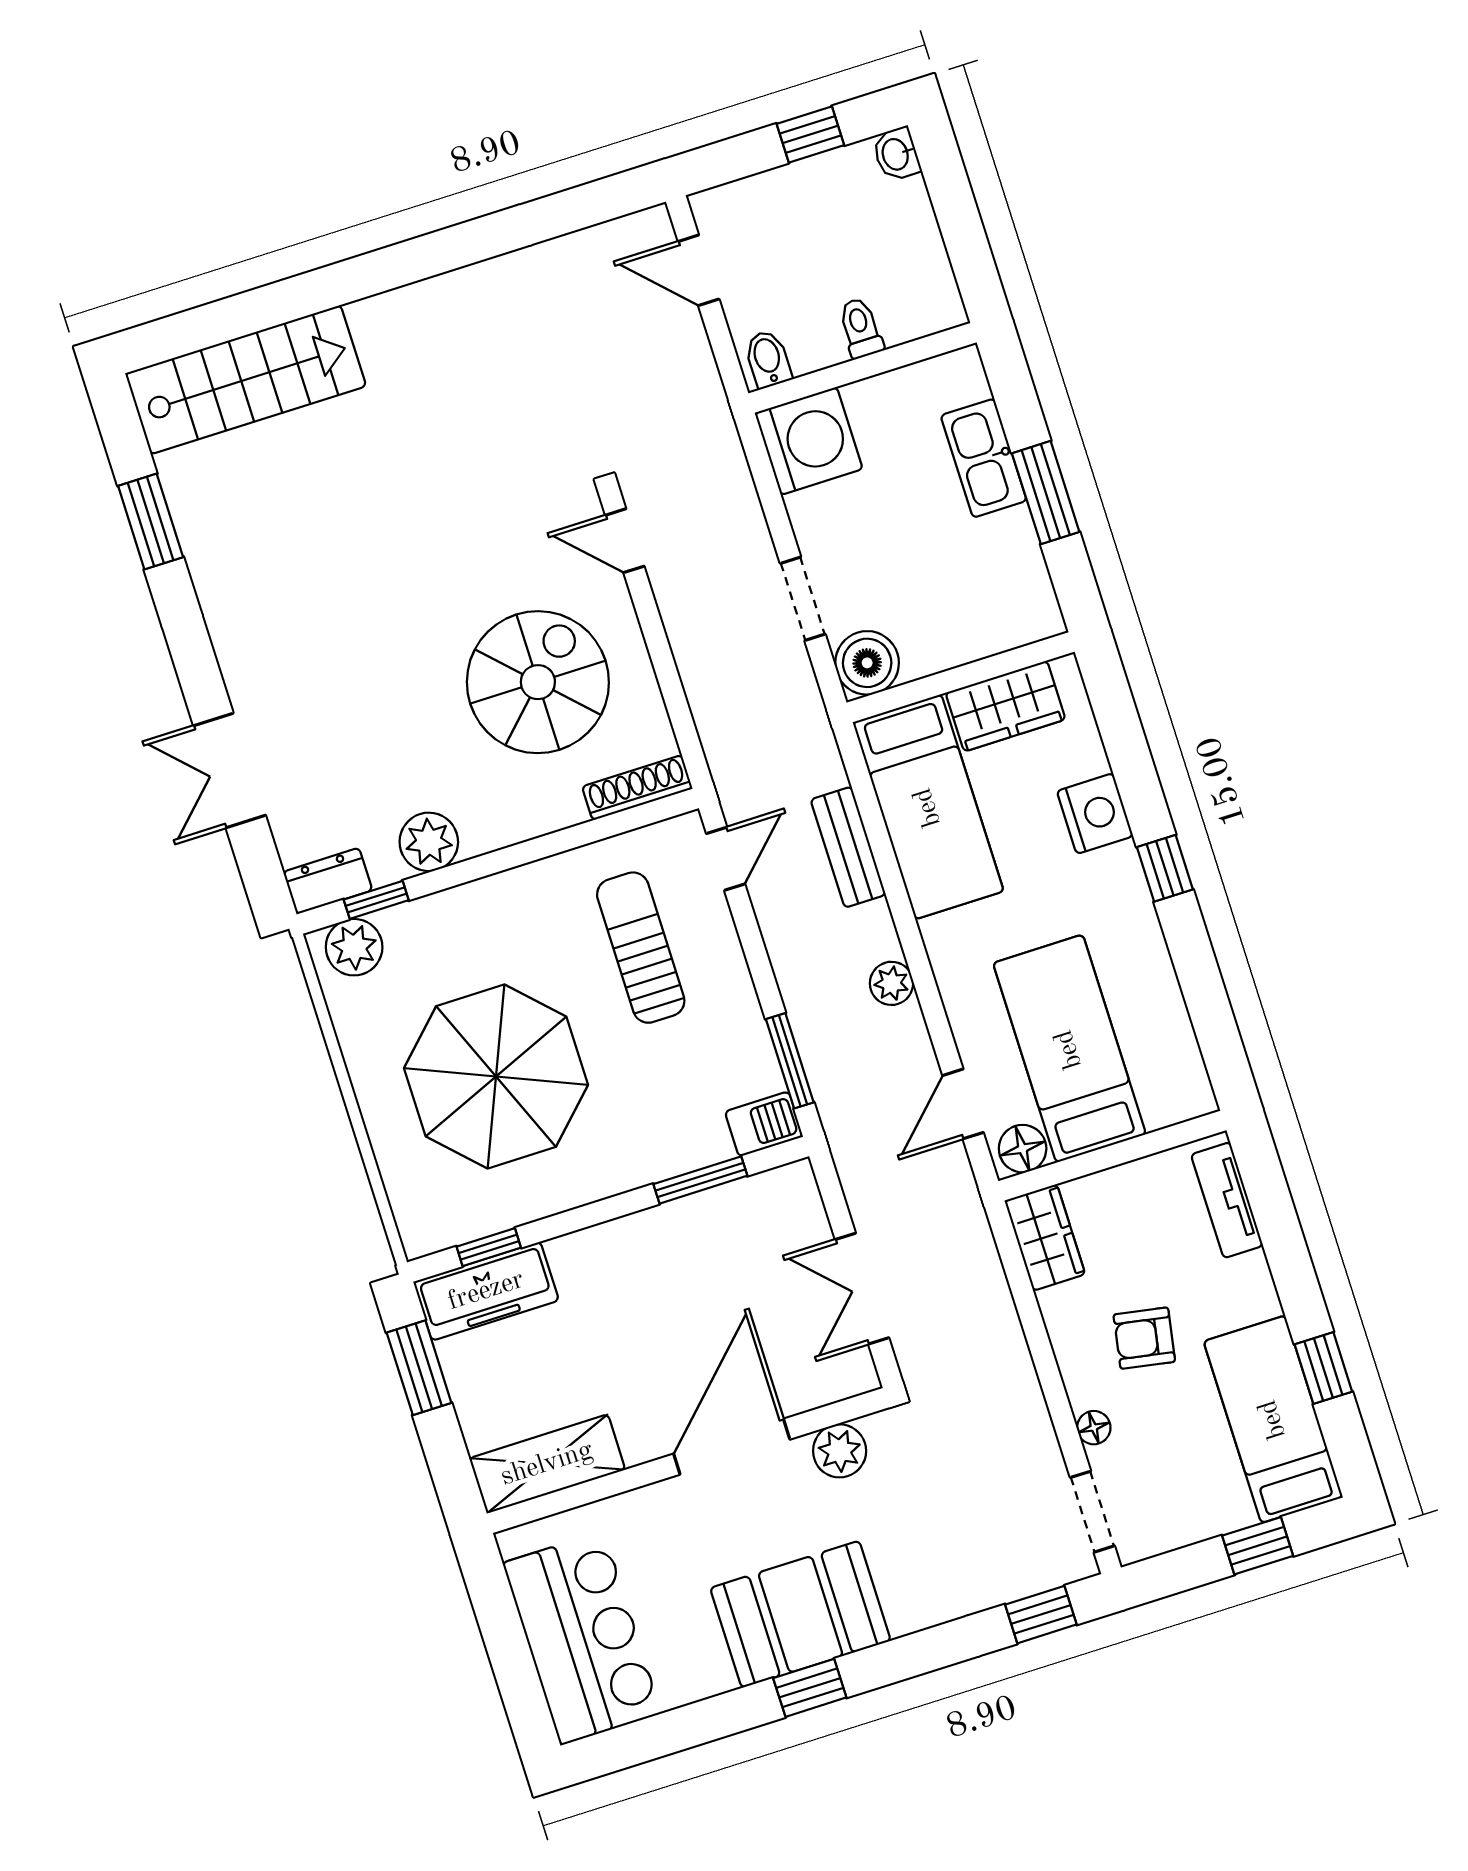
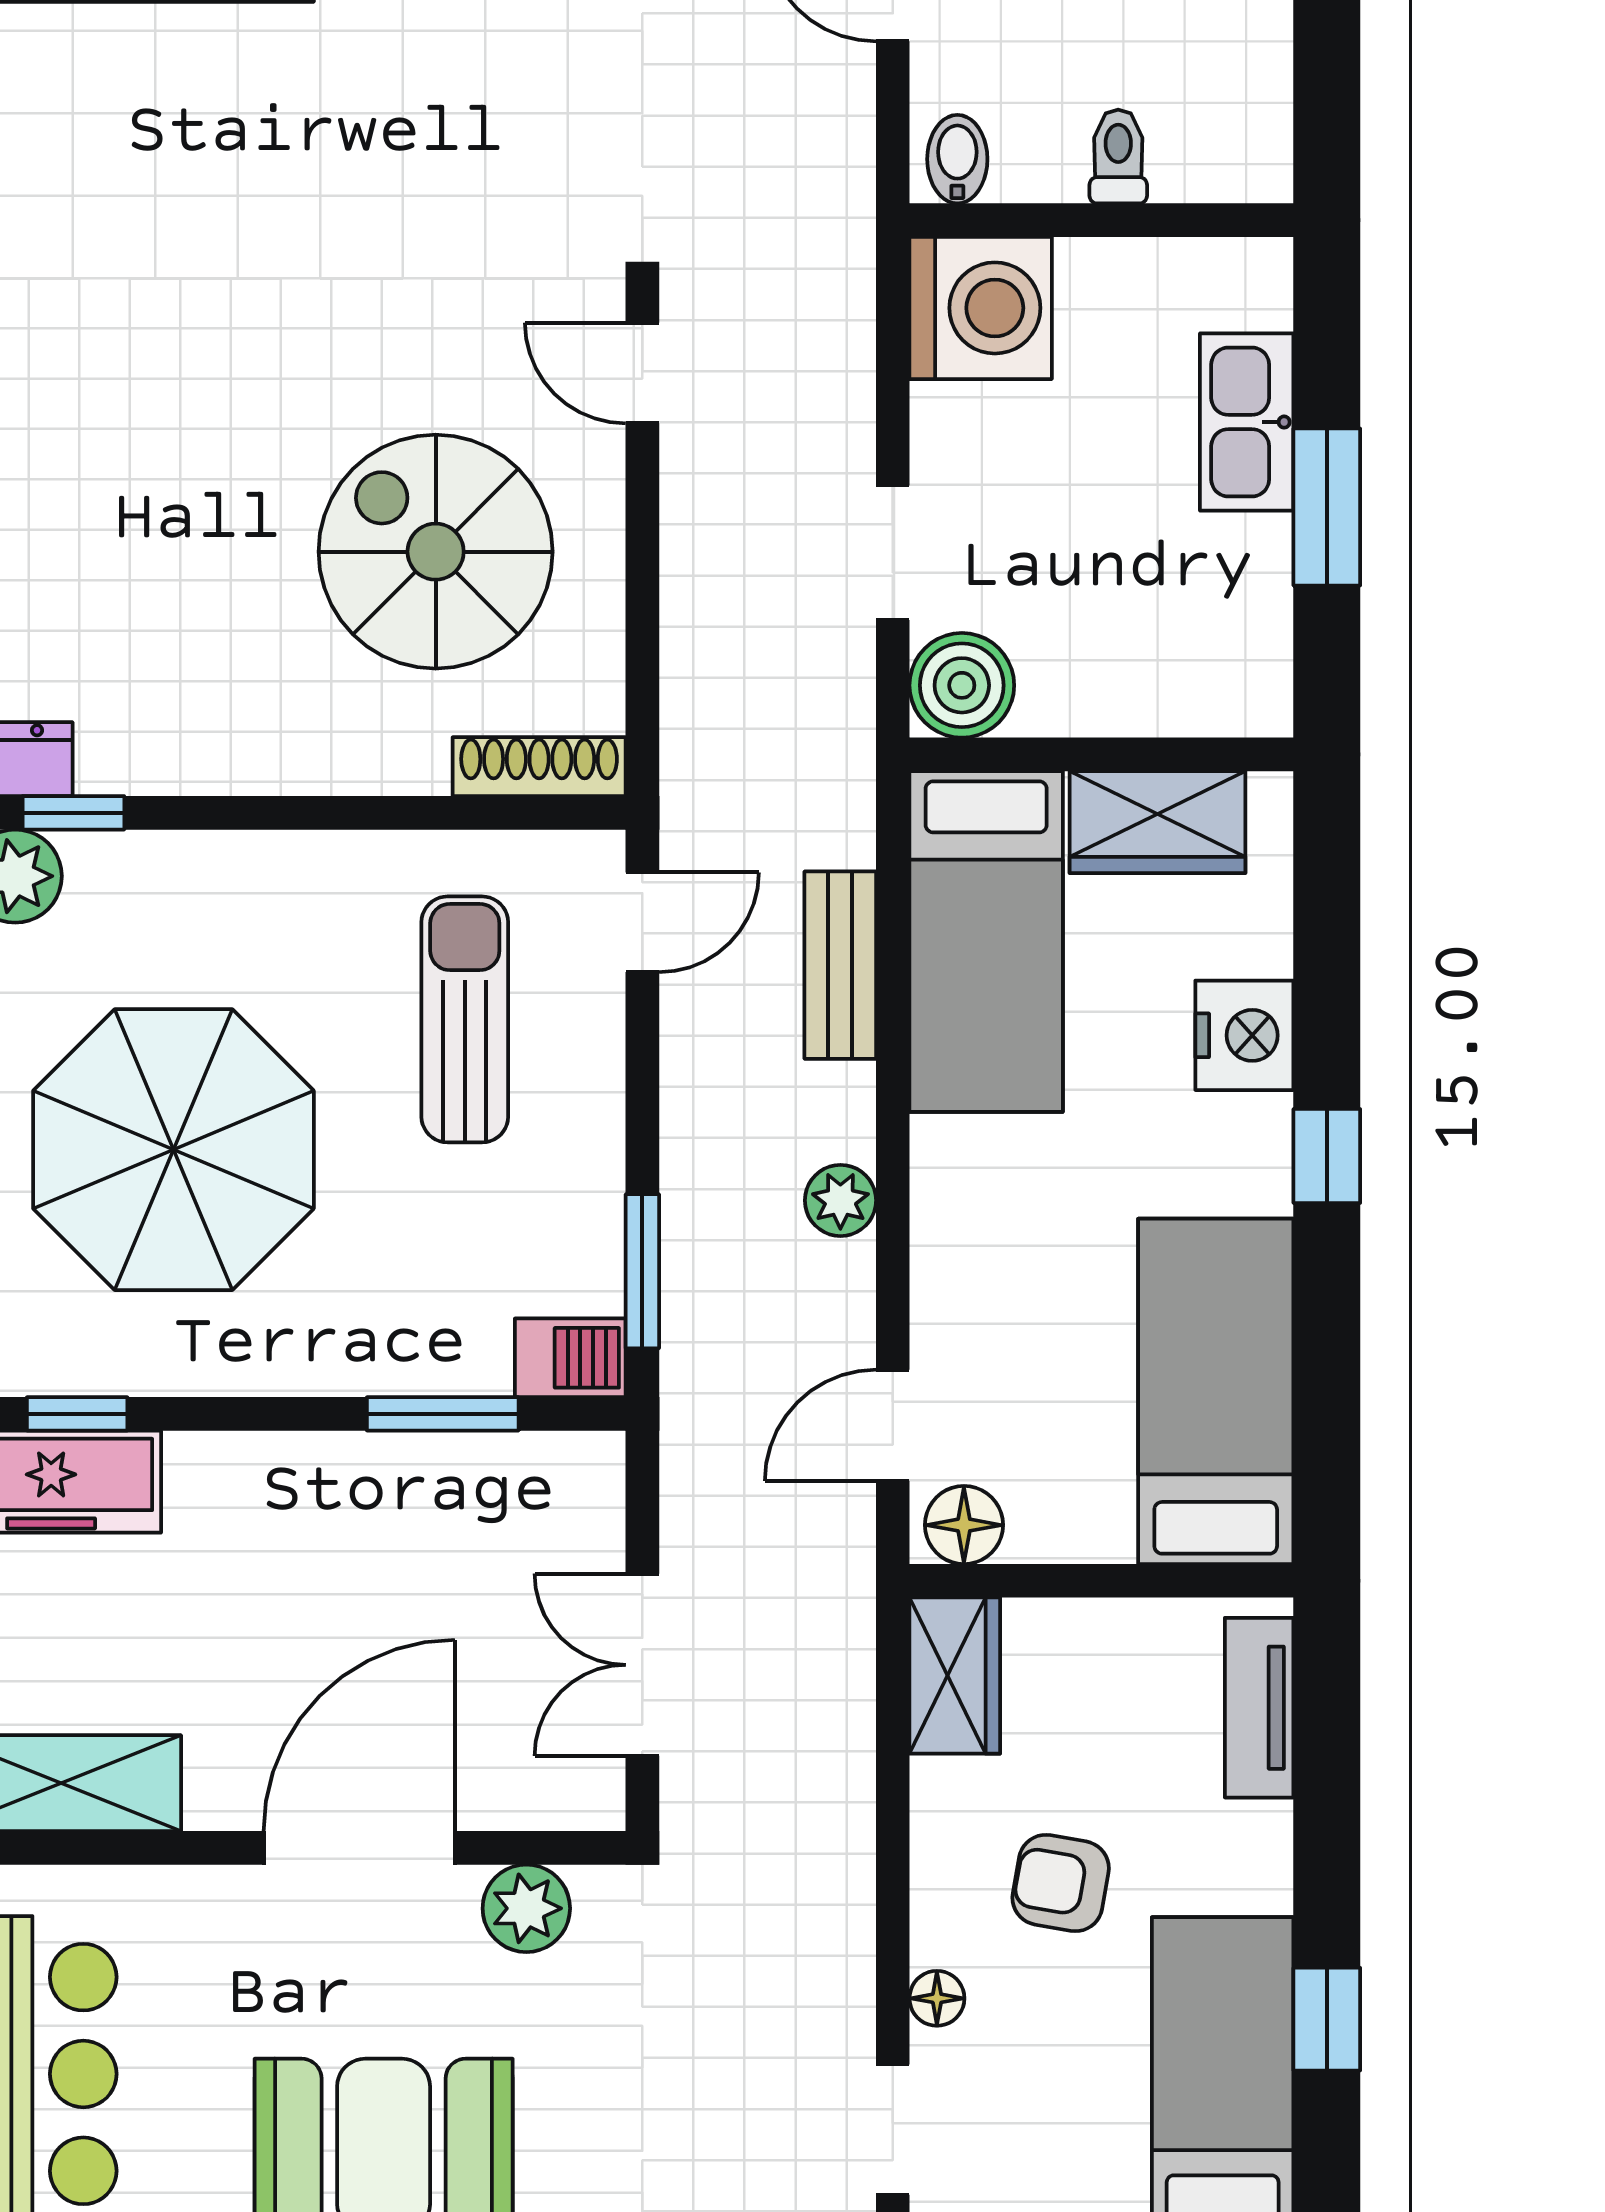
spiral stairs: (538, 682) -> (436, 552), turned -90
plant: (429, 842) -> (185, 748), removed
bed: (1069, 1049) -> (1216, 1391), moved

